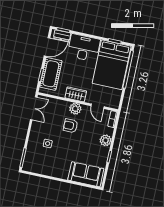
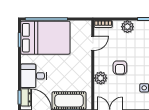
desk: (84, 48) -> (34, 76), width x0.73
wardrobe: (76, 94) -> (85, 69), removed
plant: (75, 109) -> (101, 78), moved

